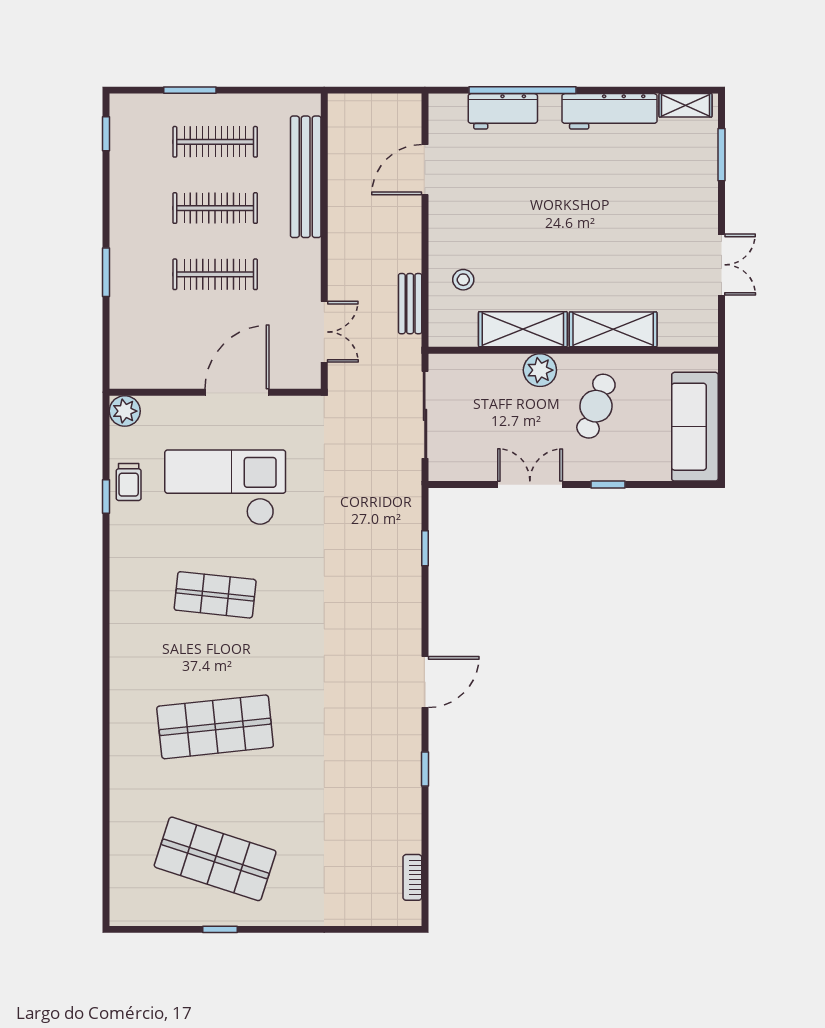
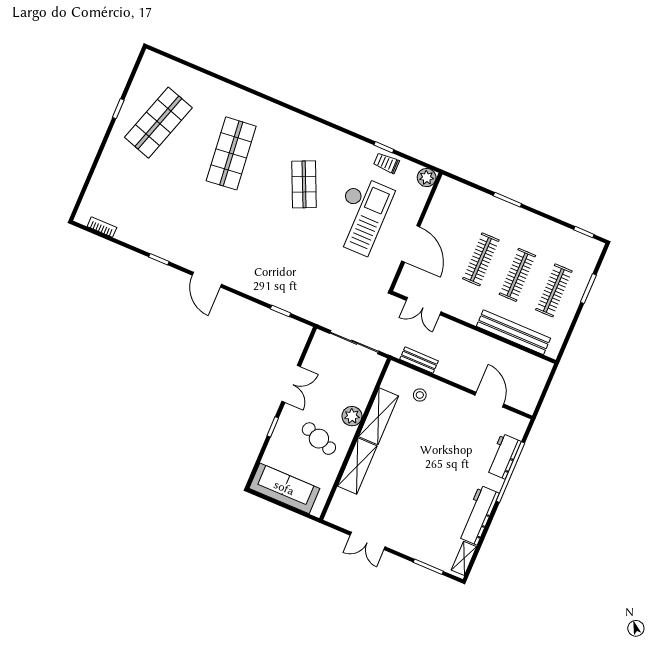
shop shelf: (215, 595) -> (304, 184), turned -30

